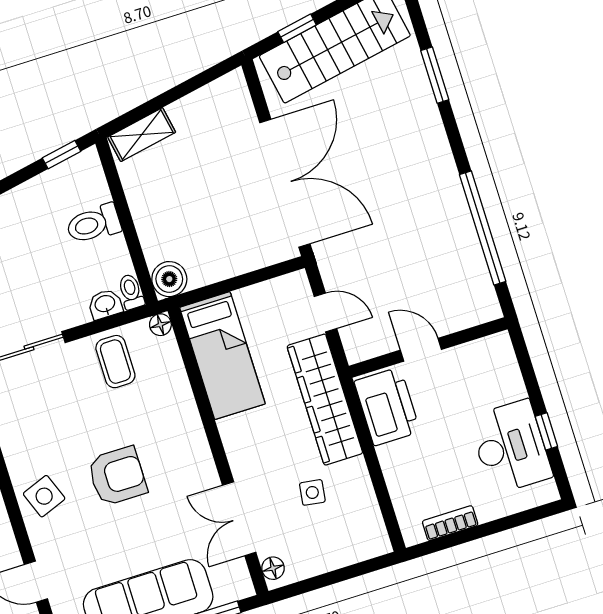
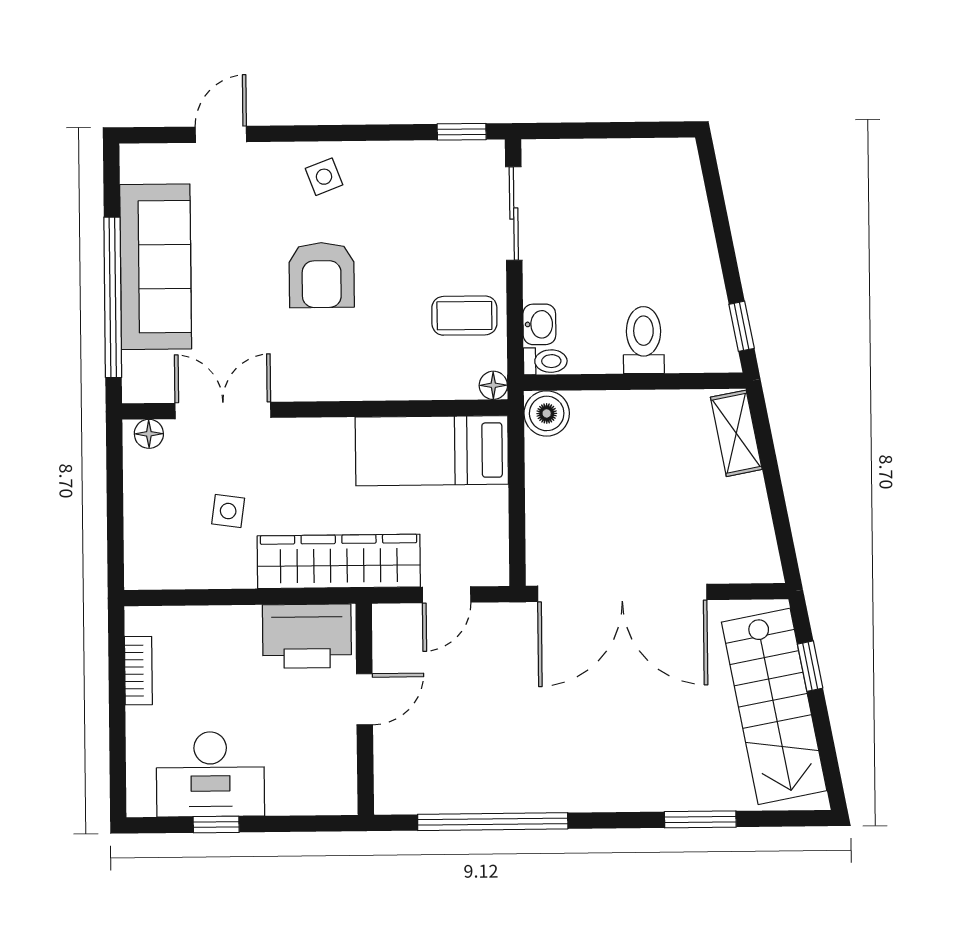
side table: (44, 496) -> (324, 177), width x0.73, depth x0.73

